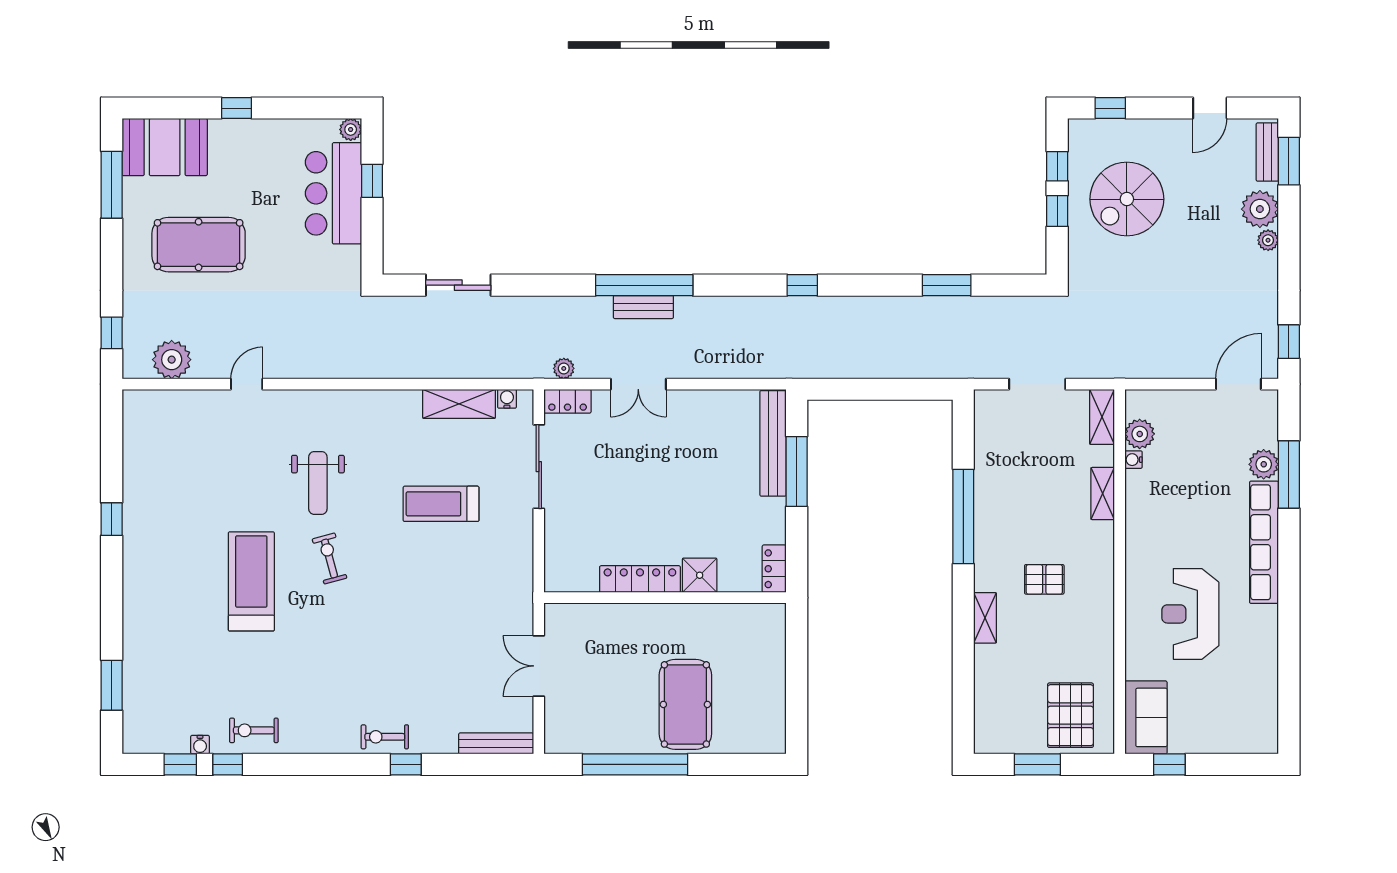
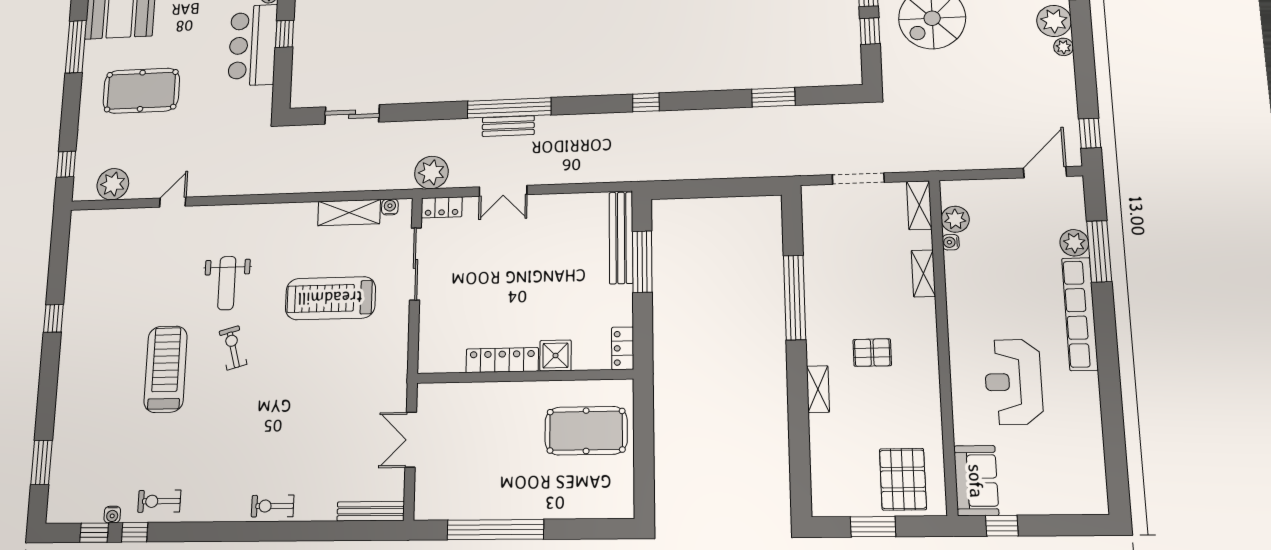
plant: (564, 368) -> (431, 172), width x1.87, depth x1.87
treadmill: (441, 504) -> (330, 298), width x1.37, depth x1.38
pool table: (685, 704) -> (586, 431), moved, turned 90
window: (406, 764) -> (290, 531), removed

